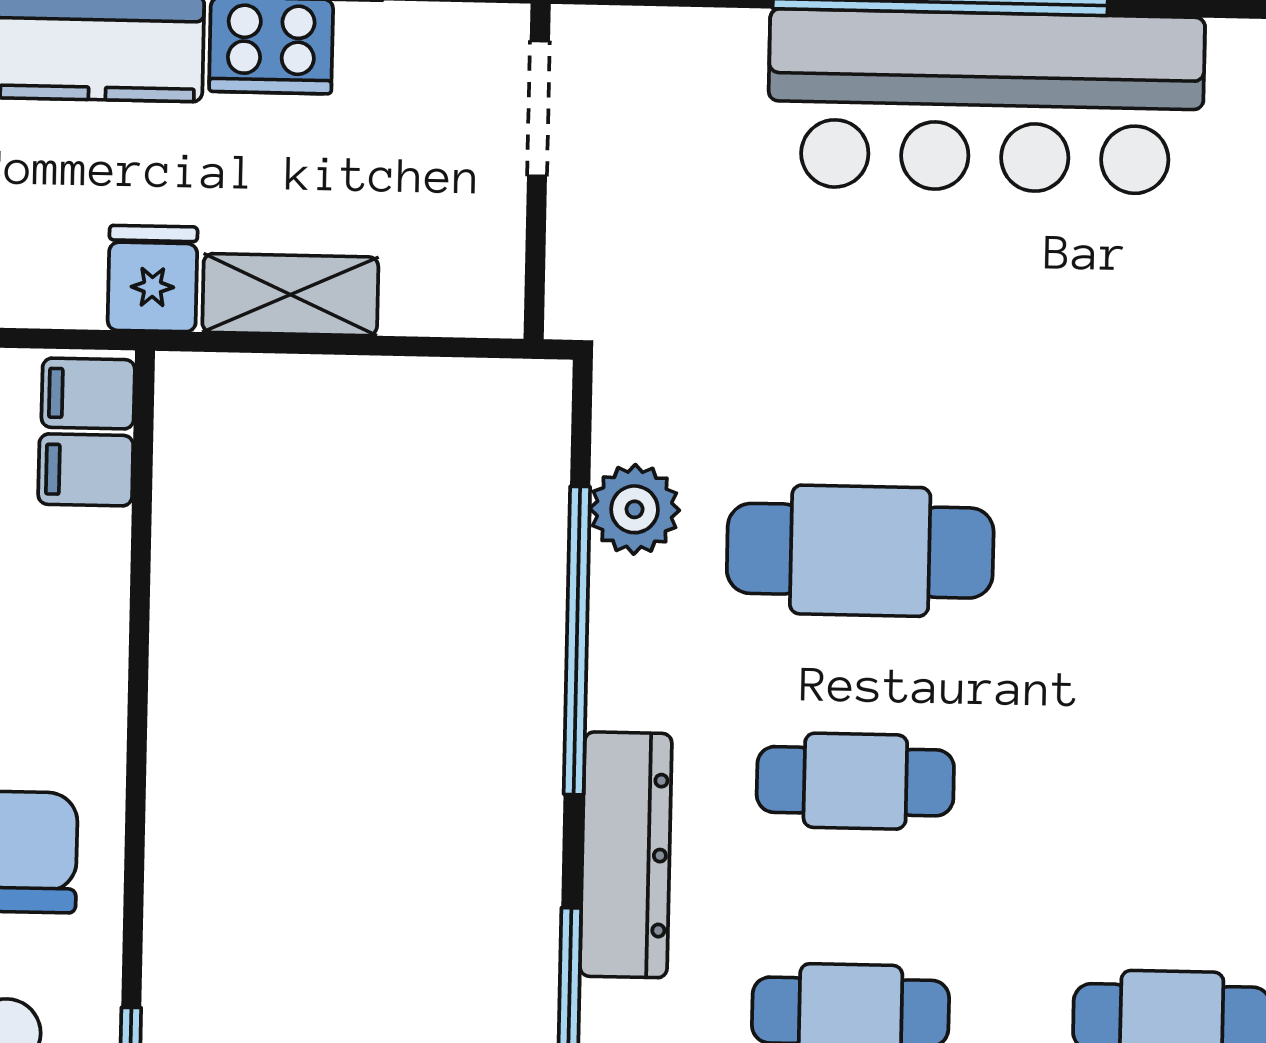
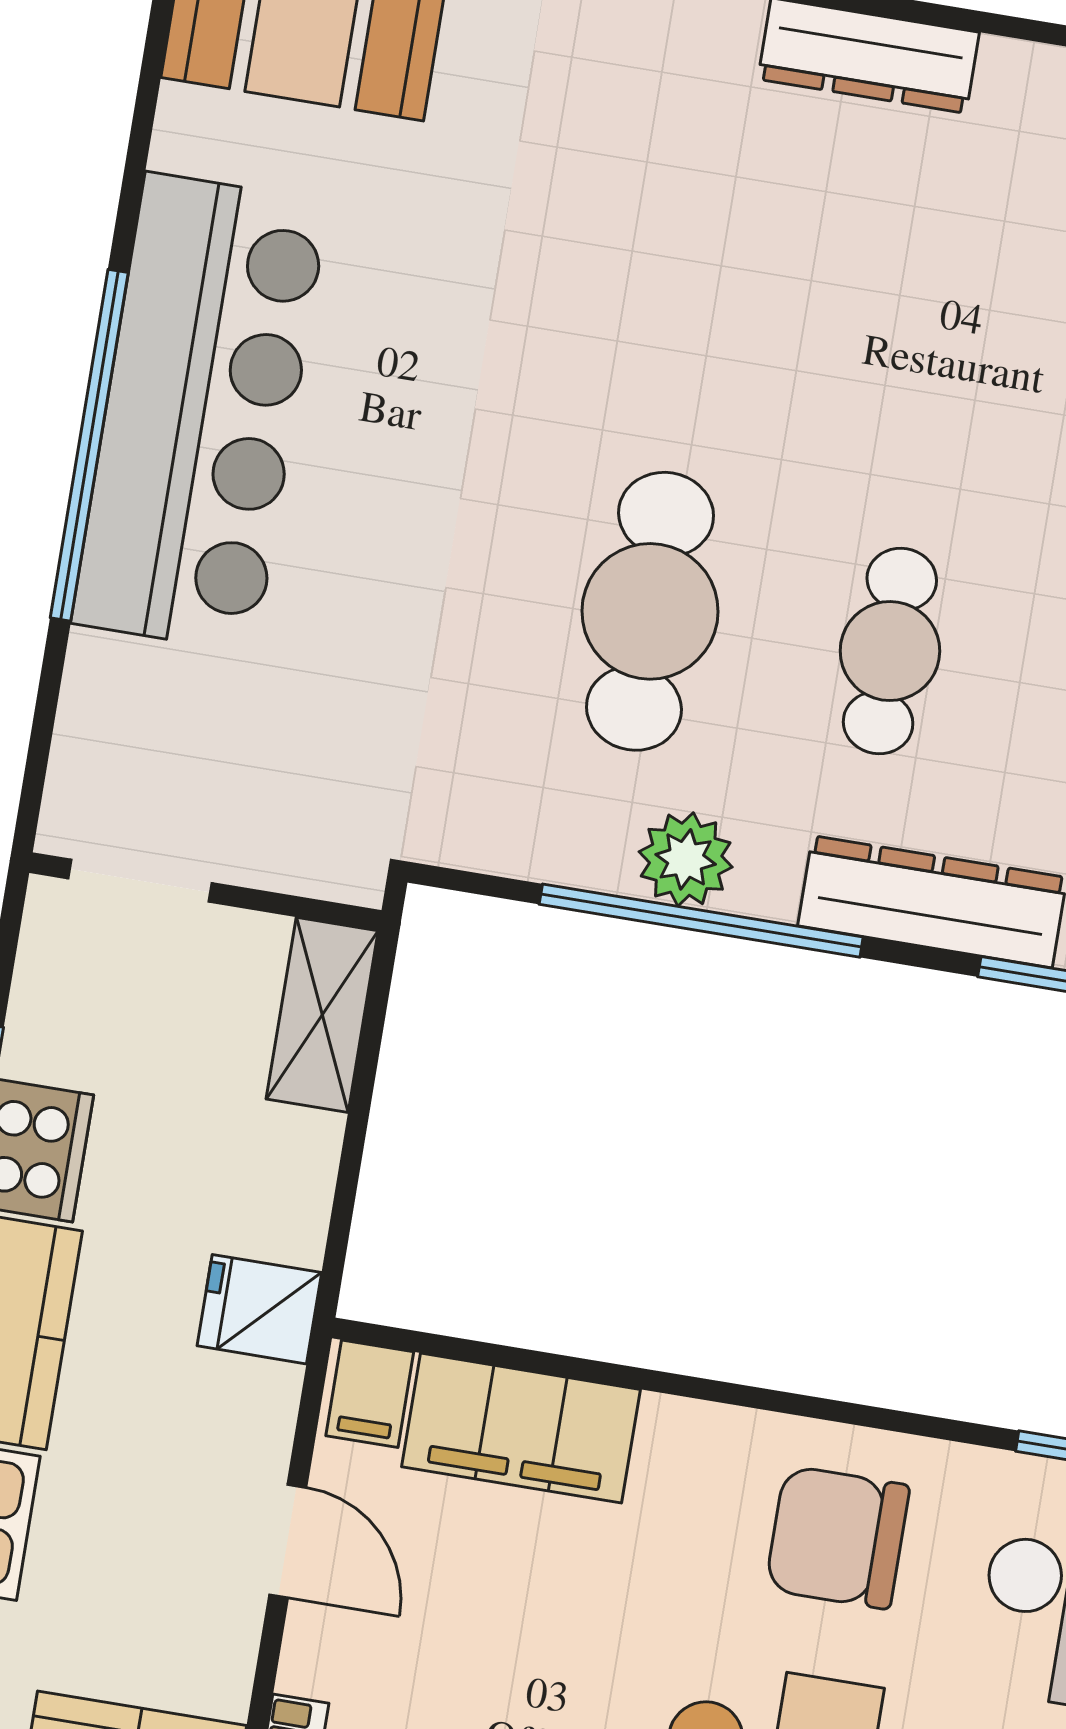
shelving: (290, 295) -> (322, 1015), moved
filing cabinet: (86, 470) -> (521, 1428), width x3.00, depth x1.17
plant: (635, 509) -> (686, 859), moved

